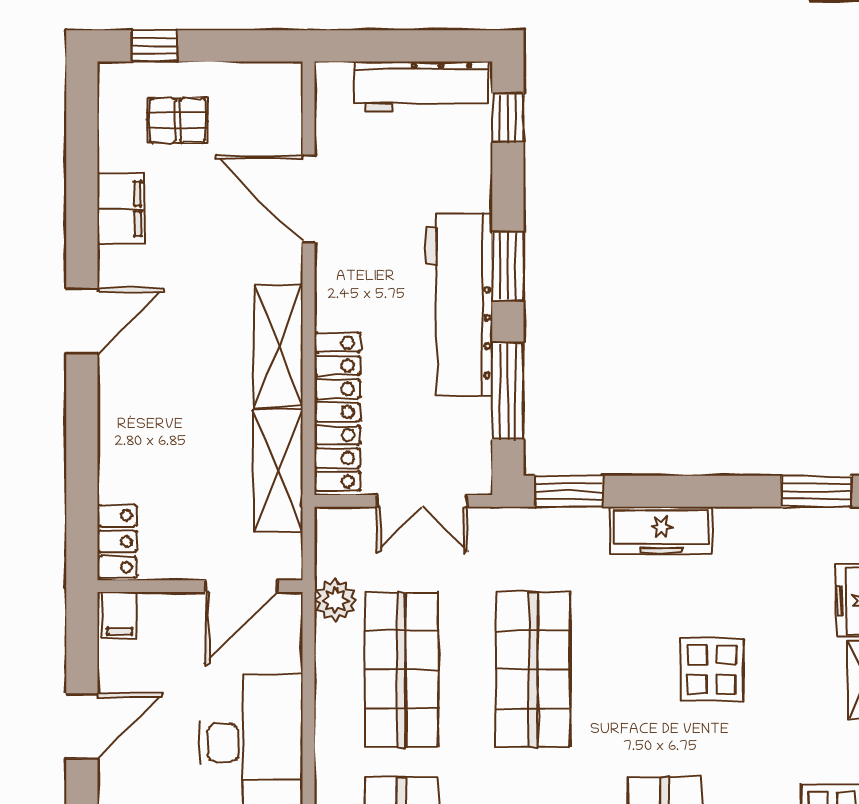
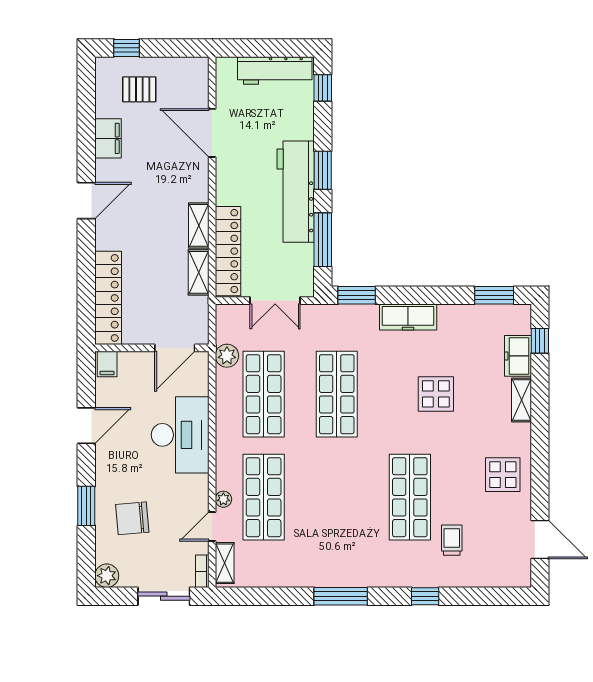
shelving: (278, 345) -> (199, 225), width x0.67, depth x0.75
shelving: (278, 471) -> (199, 272), width x0.67, depth x0.75
locker: (117, 541) -> (108, 298), width x2.16, depth x1.21

